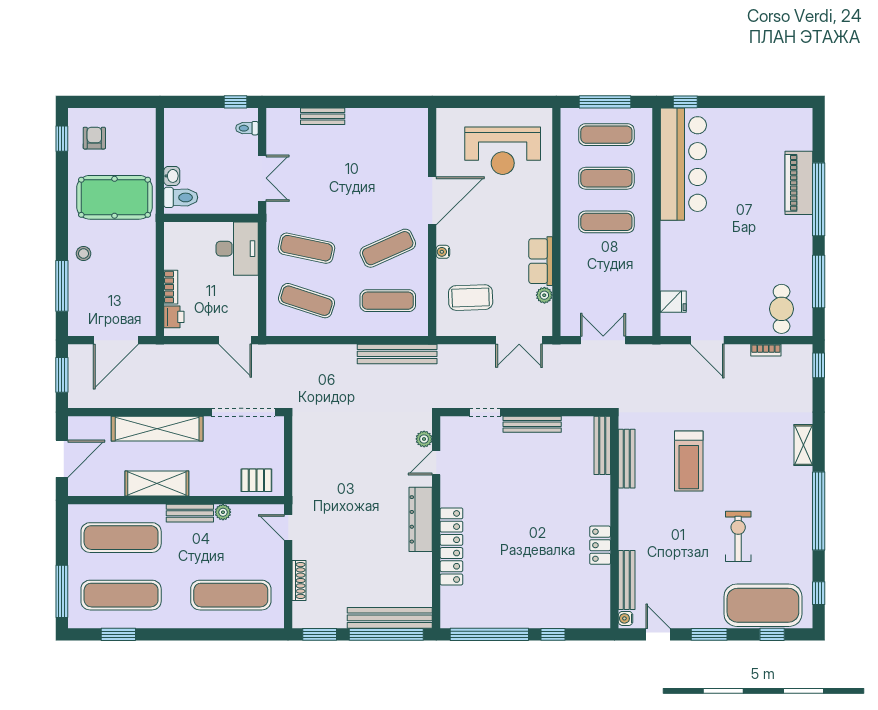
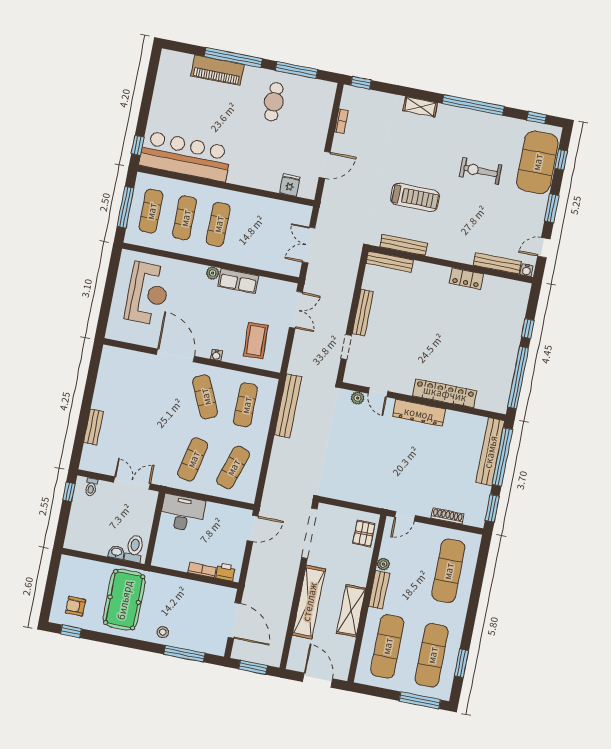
plant: (544, 295) -> (213, 273), moved
cafe table: (782, 309) -> (274, 102), moved, turned 90

